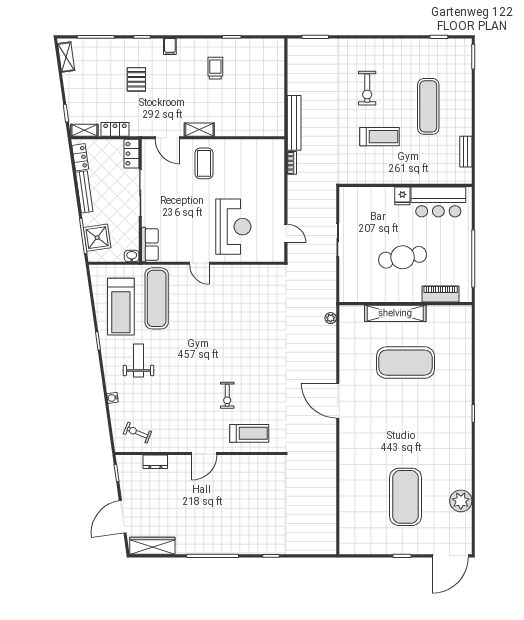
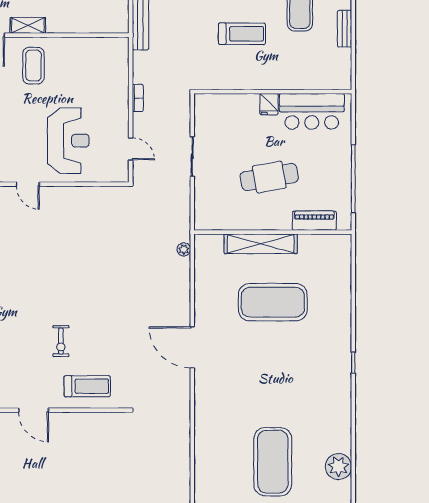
bench: (466, 152) -> (345, 29), moved
bookcase: (292, 163) -> (138, 98), moved
door: (204, 454) -> (34, 410), hinge flipped

